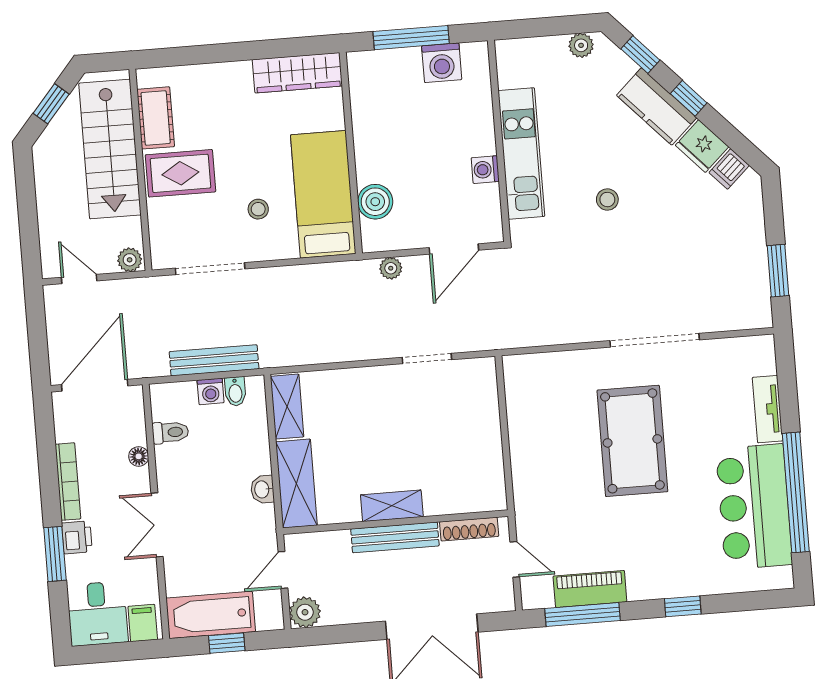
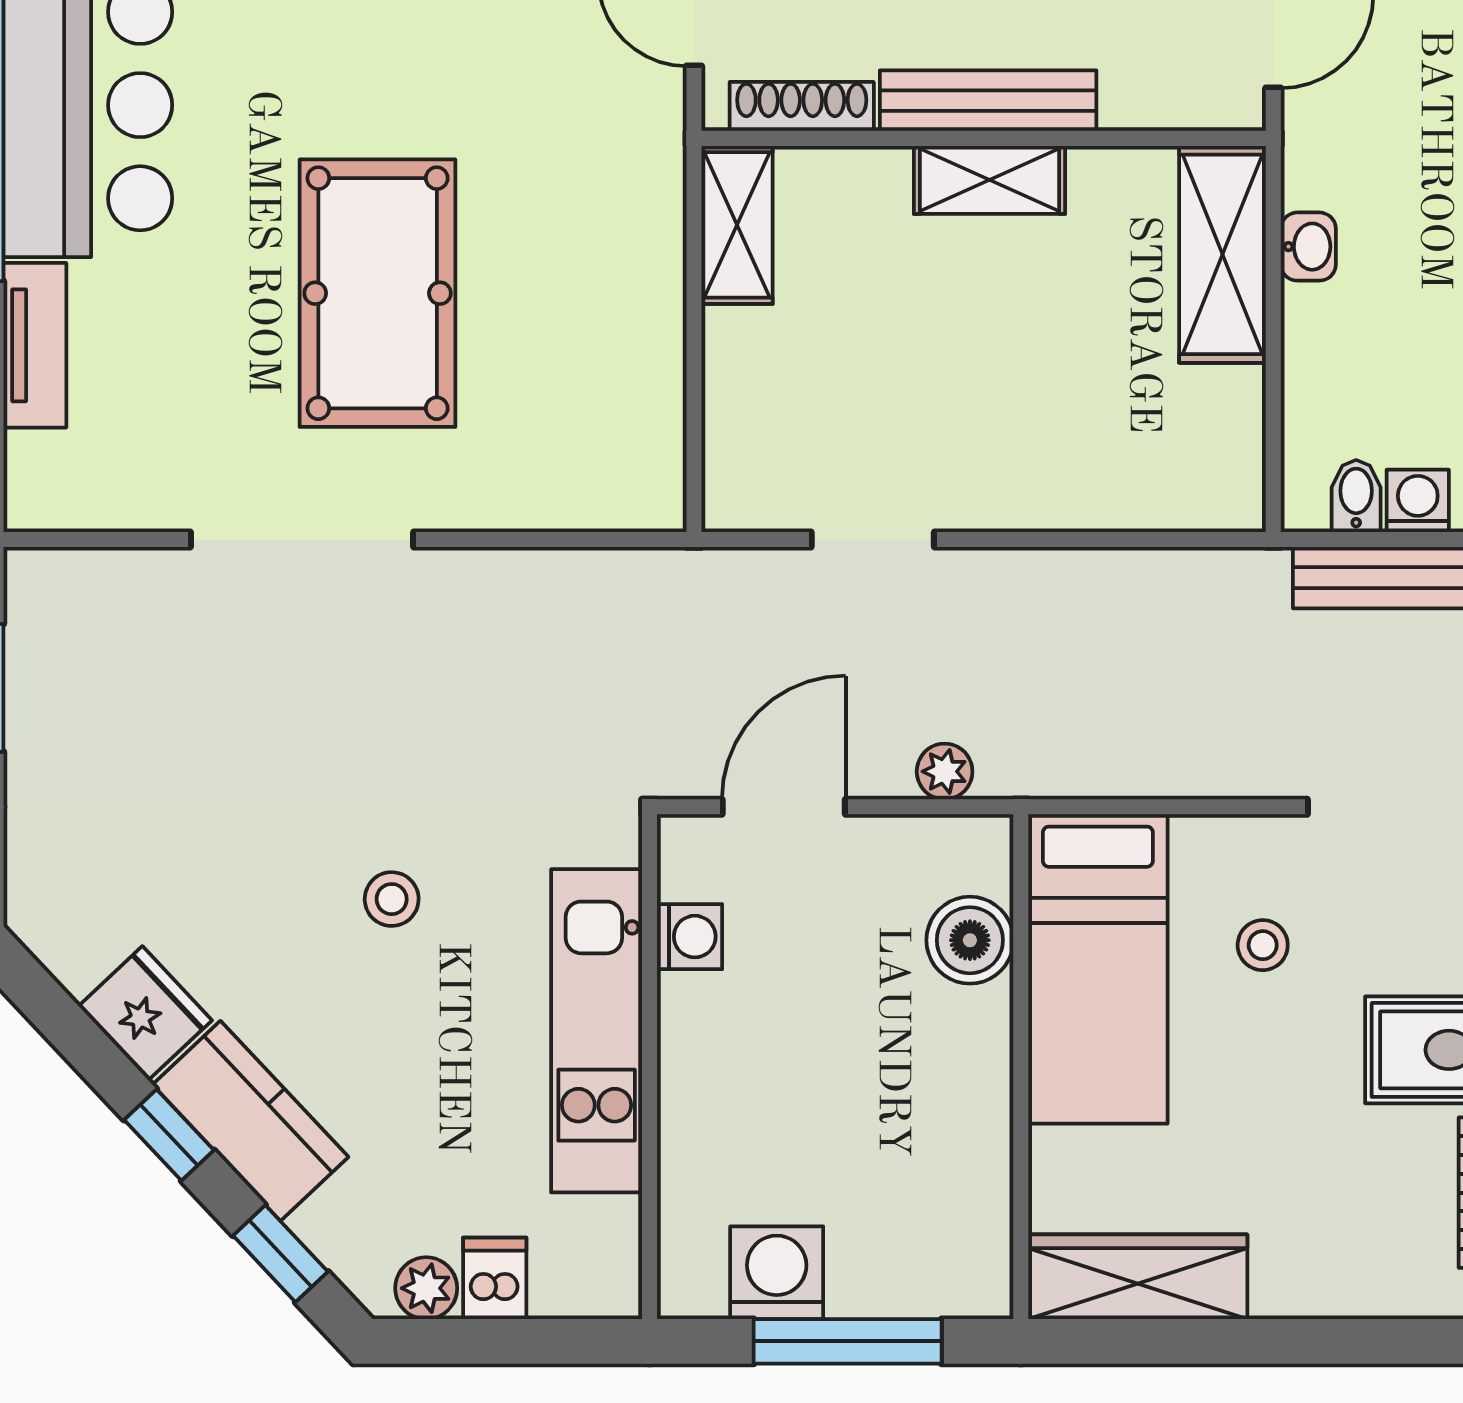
dishwasher: (729, 169) -> (495, 1278), moved, turned -47
washing machine: (485, 170) -> (690, 937), moved
shelving: (287, 407) -> (737, 225), moved

